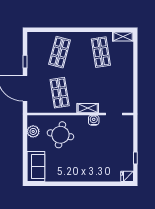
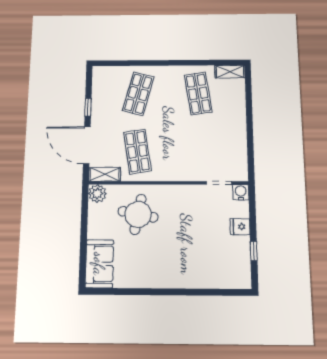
shelving: (88, 108) -> (105, 174), moved
water cooler: (94, 120) -> (241, 192), moved
plant: (33, 131) -> (97, 193), moved
fridge: (127, 176) -> (240, 227), moved

